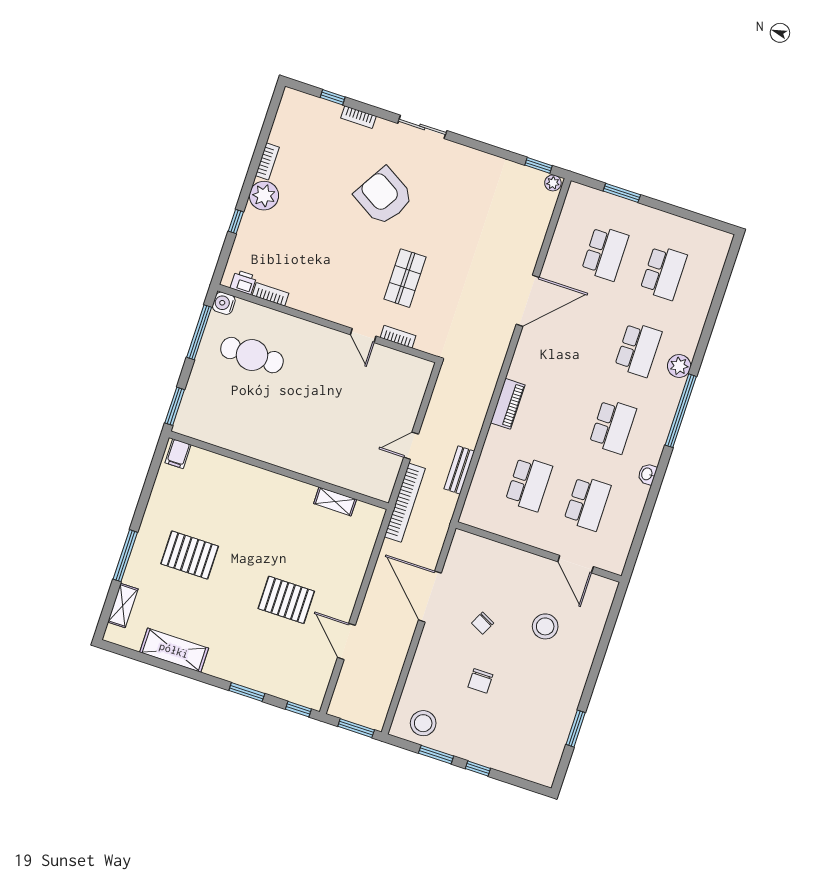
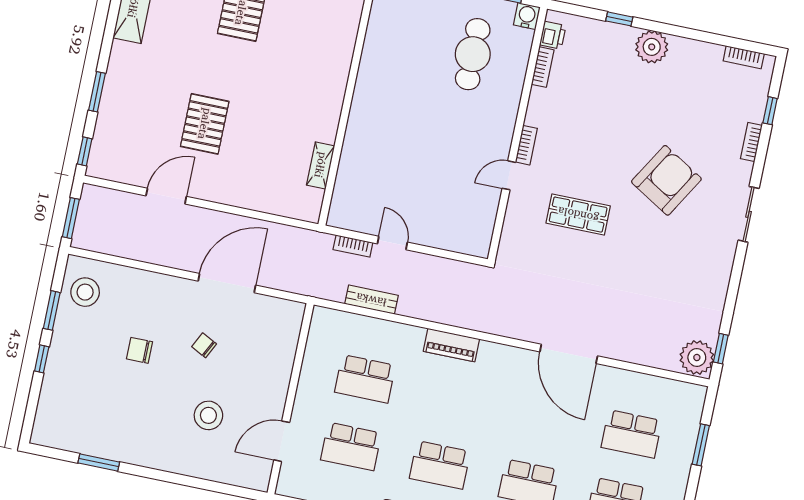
bookcase: (267, 161) -> (744, 57), moved
plant: (553, 183) -> (697, 358), width x1.88, depth x1.88
bookcase: (398, 337) -> (526, 145), moved
bookcase: (405, 503) -> (353, 246), width x0.43, depth x0.76

